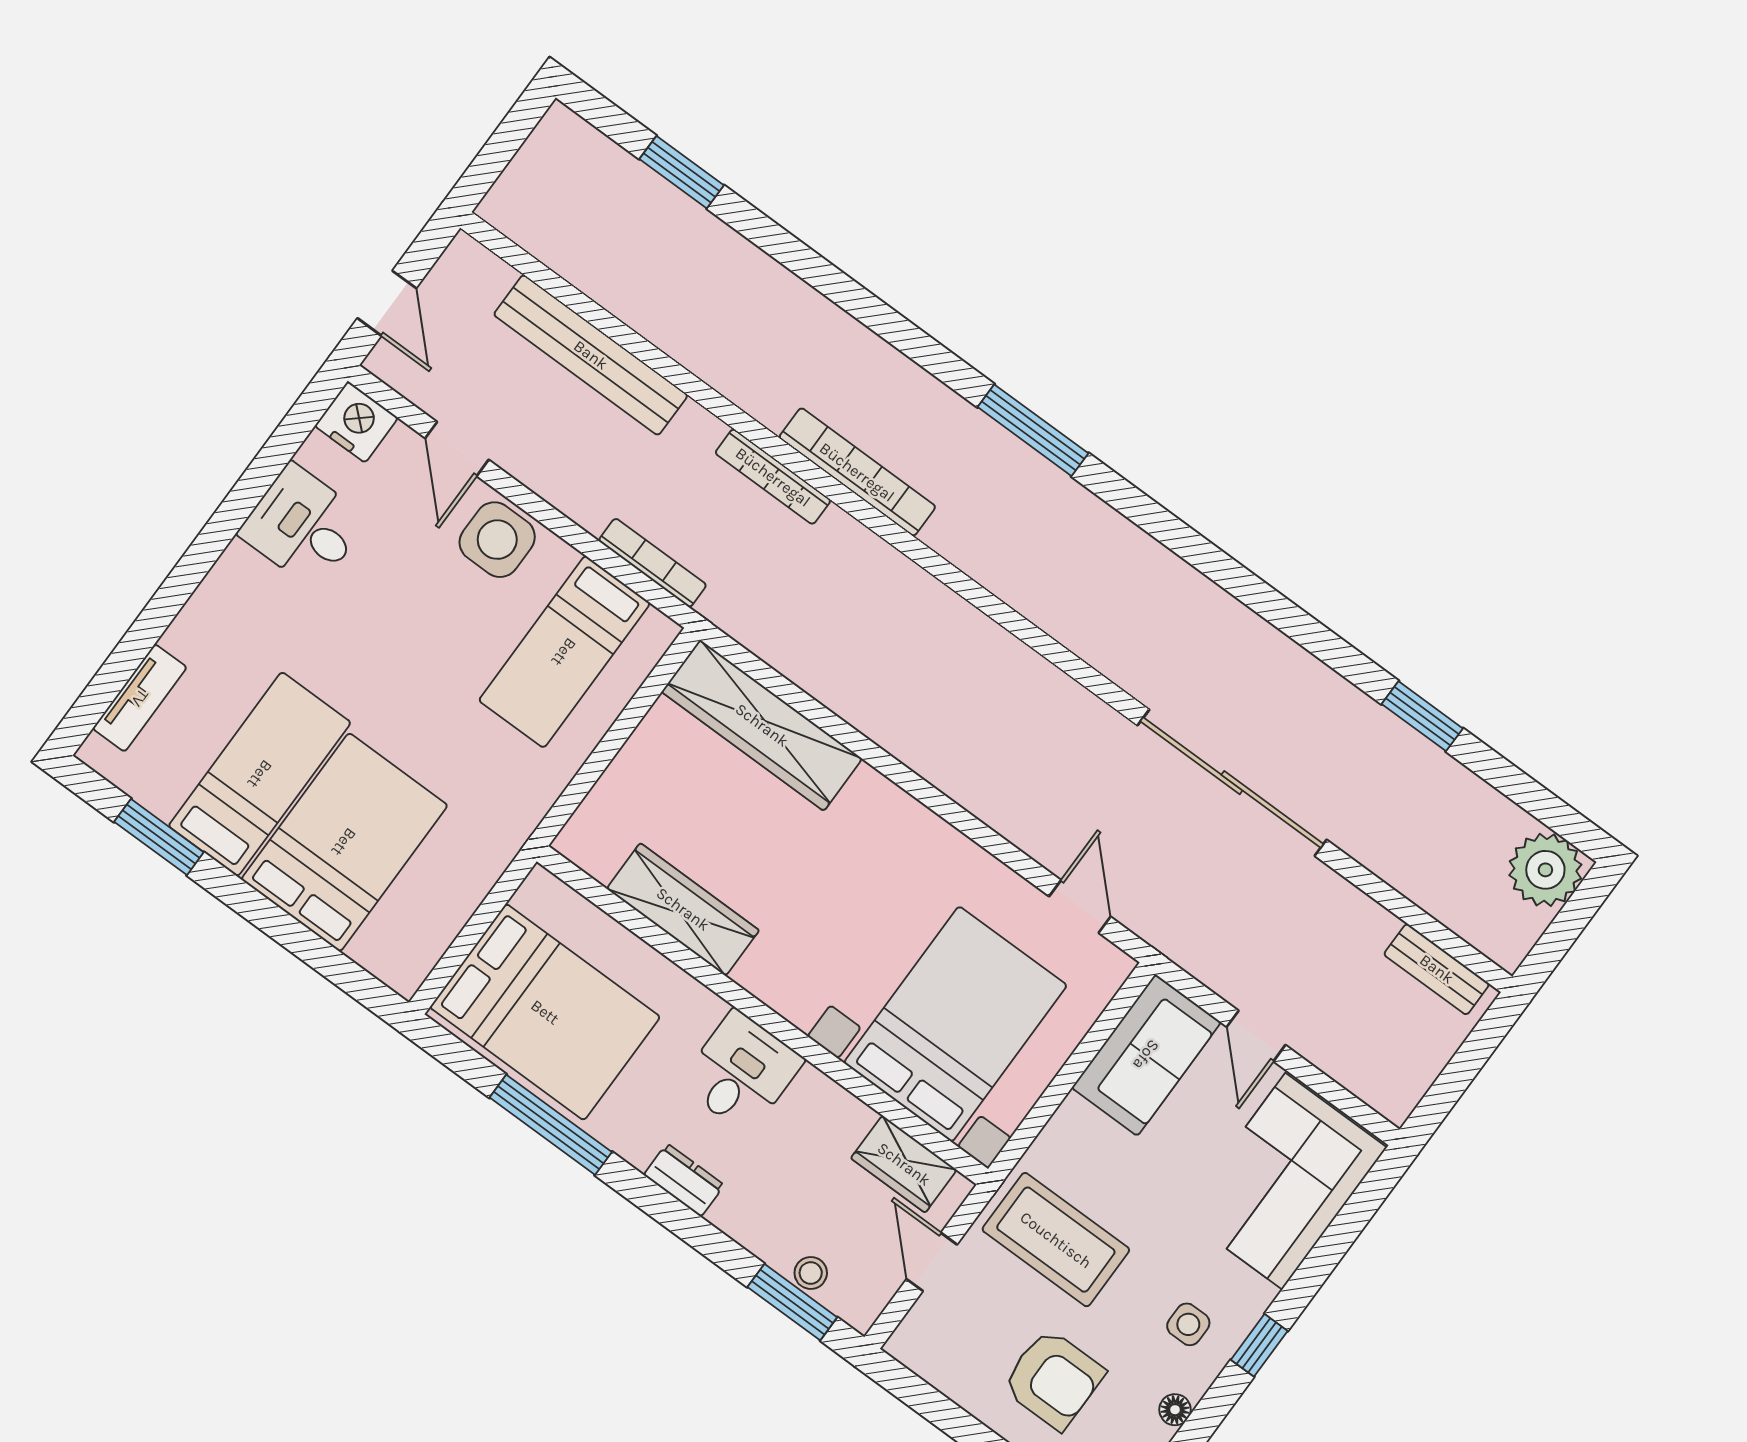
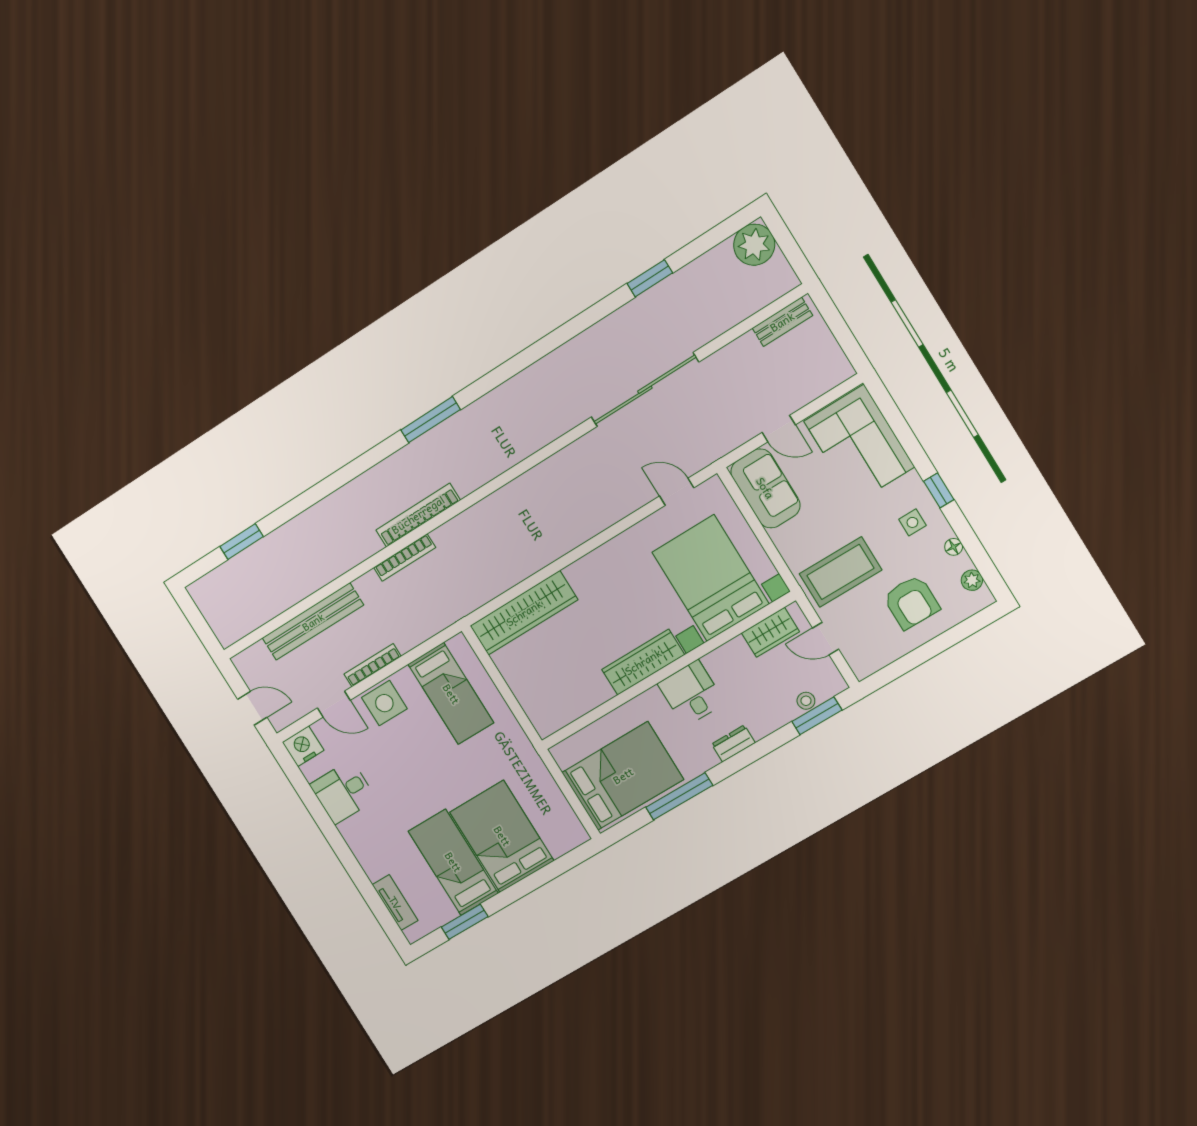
bookcase: (652, 563) -> (373, 665), moved
wardrobe: (683, 909) -> (643, 662), moved
armchair: (1053, 1379) -> (911, 602), turned 90

